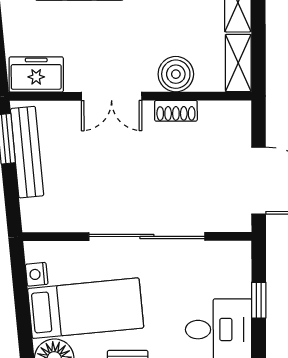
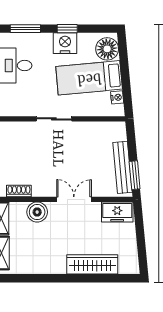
shoe rack: (176, 111) -> (19, 191), moved
sliding door: (147, 236) -> (54, 119), width x0.54

